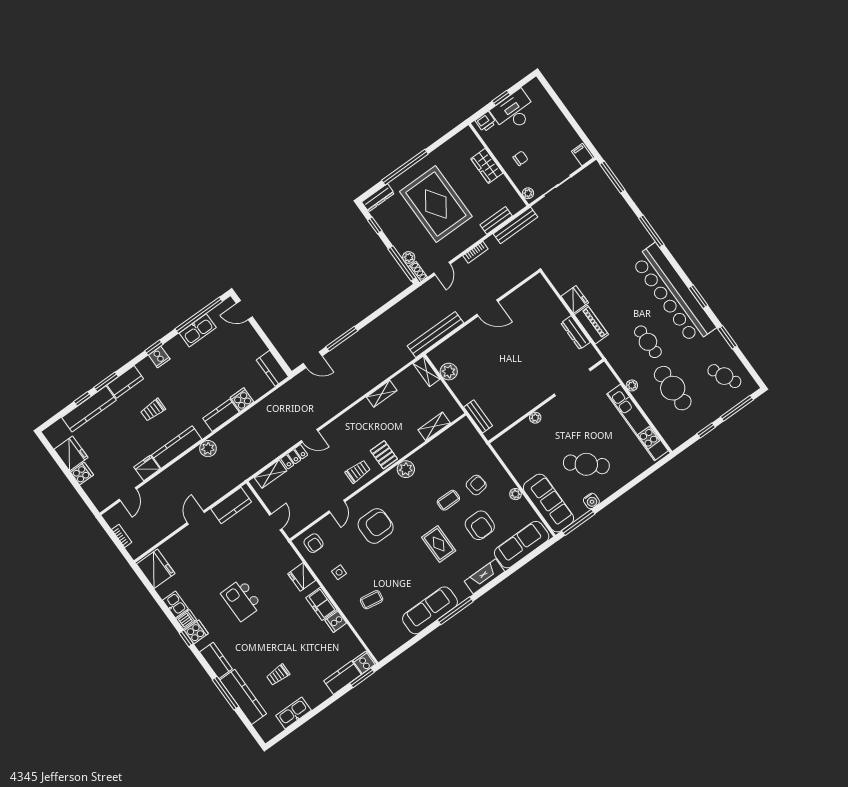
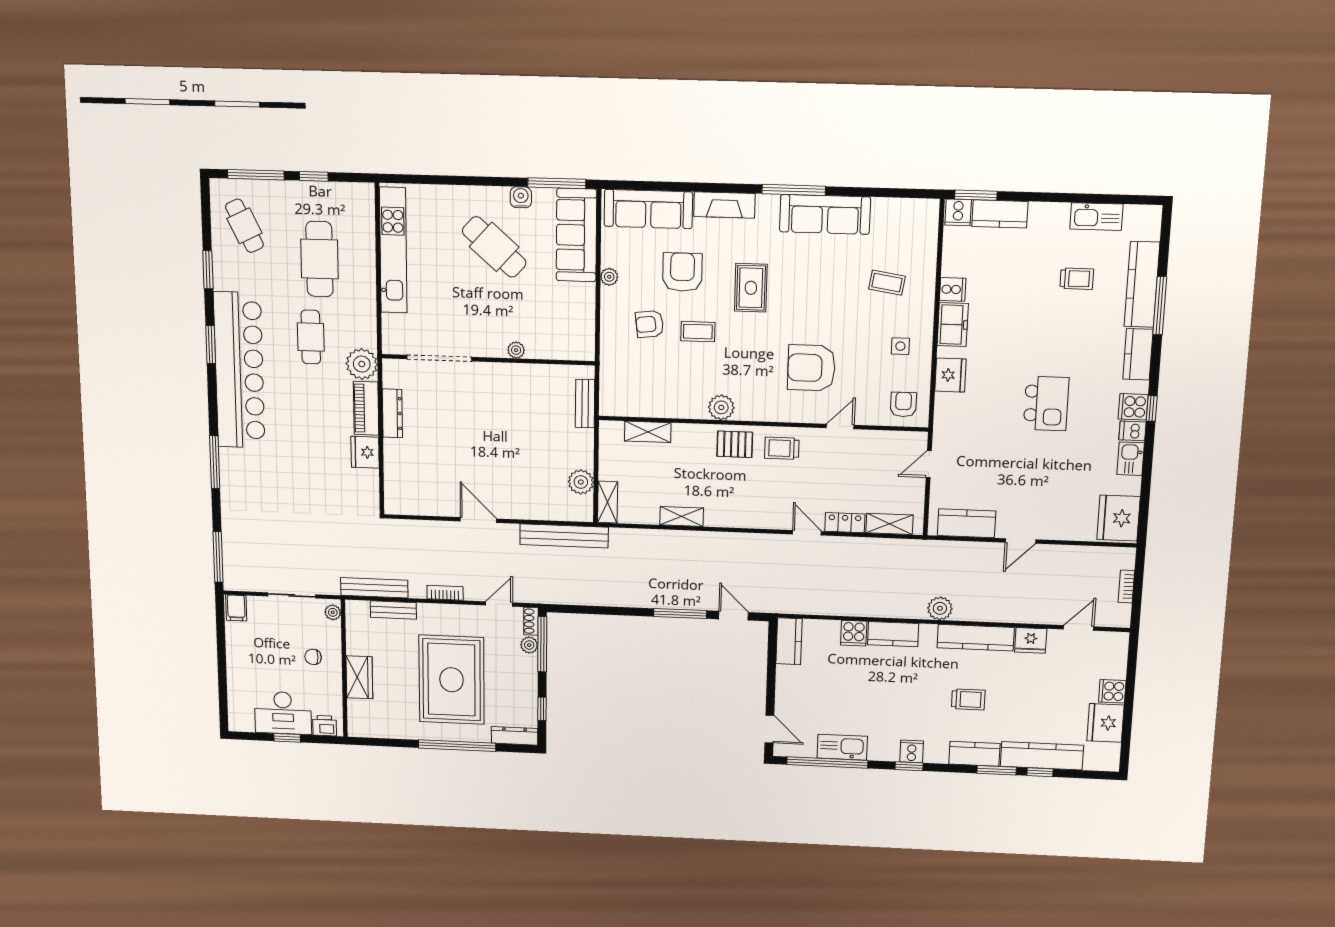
plant: (632, 385) -> (362, 364), moved, width x1.88, depth x1.88
pallet: (384, 455) -> (735, 444), turned 90

